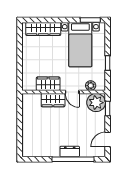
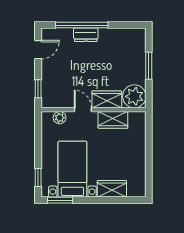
wardrobe: (43, 29) -> (112, 189), width x0.67
window: (108, 63) -> (38, 177), moved
plant: (96, 103) -> (134, 96), moved
window: (20, 127) -> (149, 66), added

